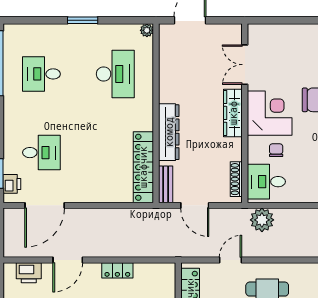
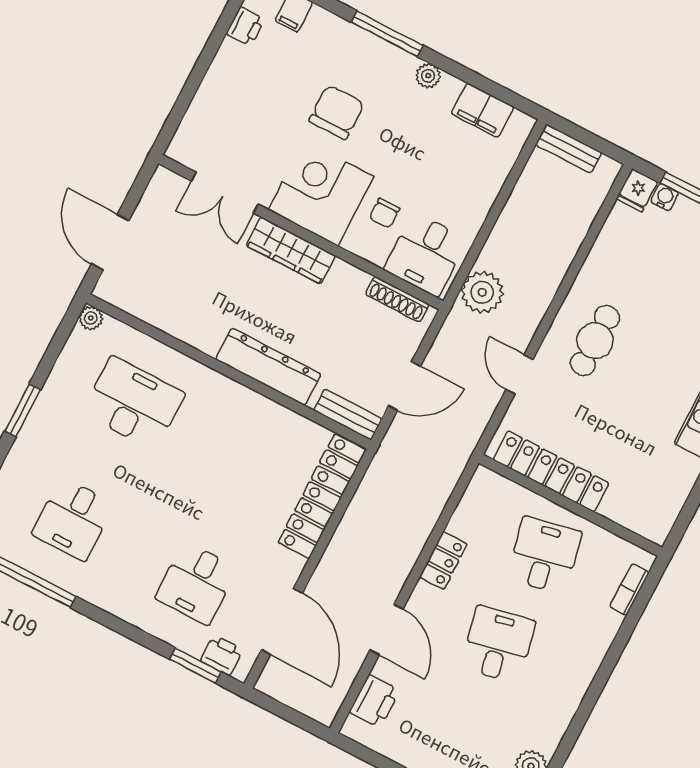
chair: (276, 150) -> (384, 213), turned -90
desk: (41, 153) -> (196, 583), turned 180
locker: (143, 167) -> (322, 496), moved, turned 90

